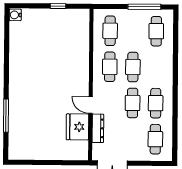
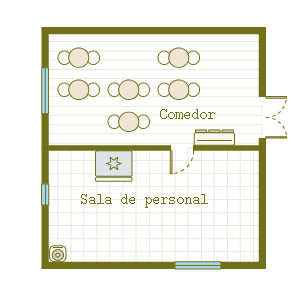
window: (144, 7) -> (45, 91), moved
cafe table: (110, 31) -> (79, 90), moved
fridge: (77, 127) -> (114, 166), moved
cafe table: (155, 139) -> (229, 58), removed

